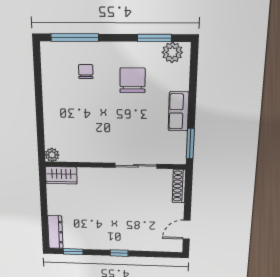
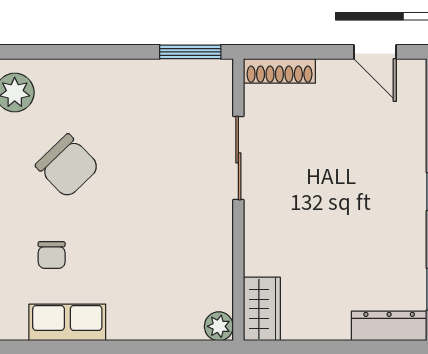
chair: (86, 72) -> (52, 255), turned -90
chair: (132, 80) -> (68, 166), turned -134
row of seats: (179, 111) -> (67, 322), moved, turned 180

